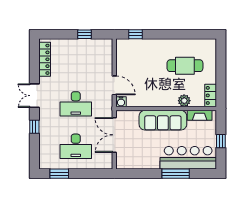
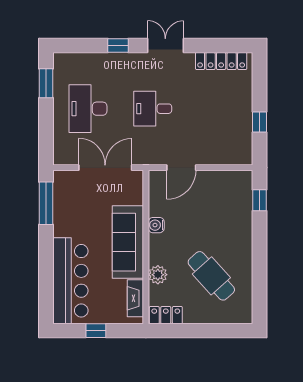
cafe table: (185, 66) -> (211, 276), turned -42
water cooler: (121, 102) -> (156, 225), moved
desk: (76, 104) -> (153, 109), width x0.73
window: (176, 174) -> (46, 203), moved

